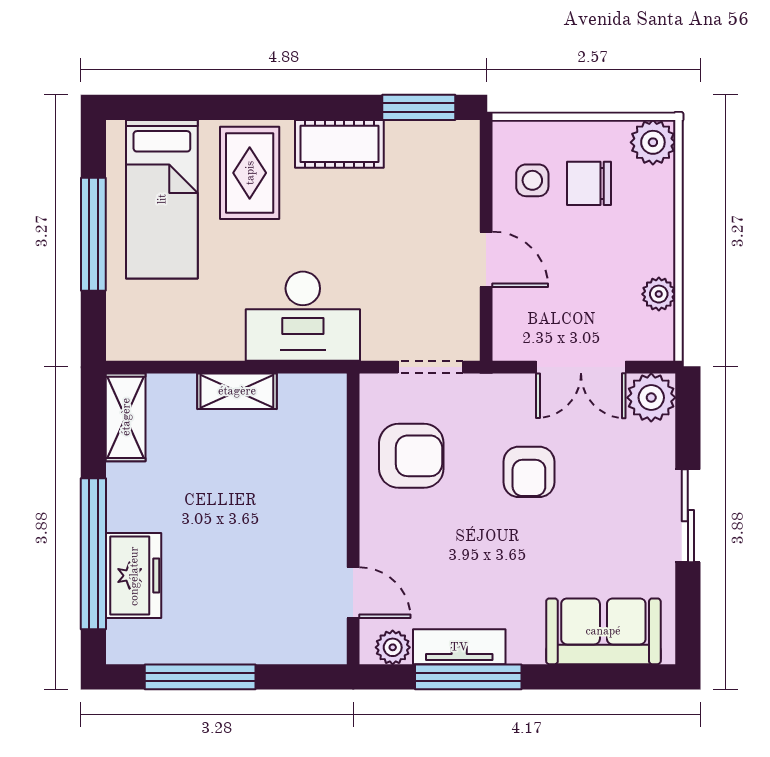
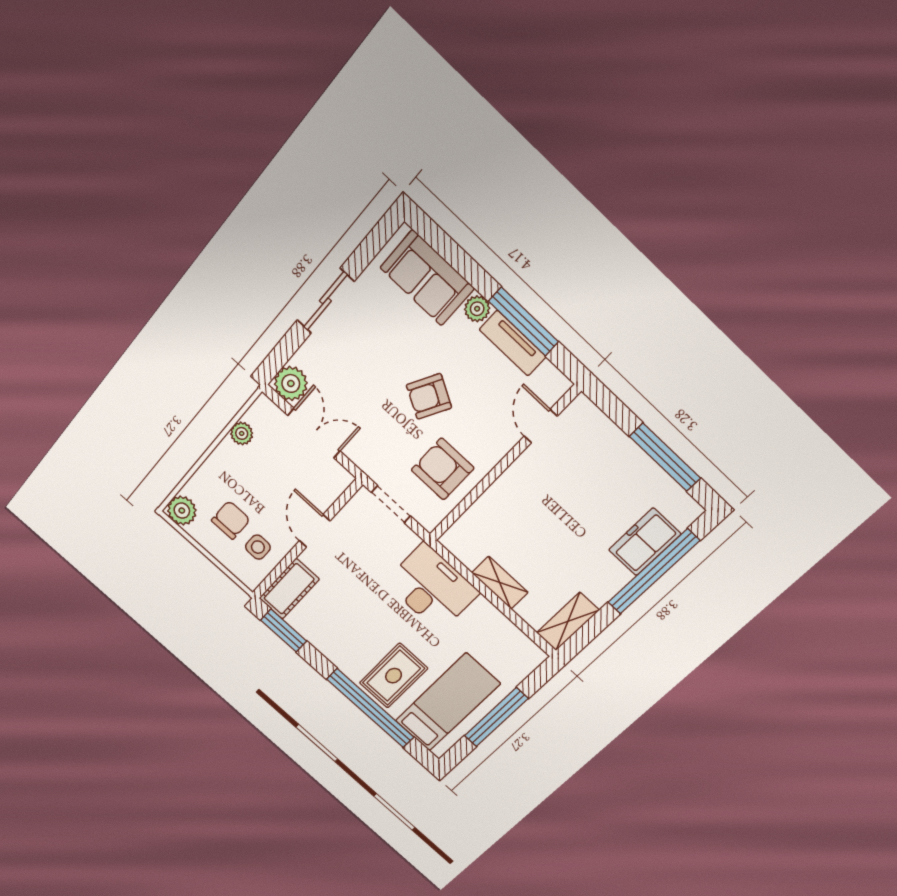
window: (239, 107) -> (370, 708), added
cot: (339, 144) -> (289, 589), moved, turned 90
chair: (589, 183) -> (231, 520), turned -90
armchair: (529, 472) -> (429, 396), moved, turned -151
plant: (393, 647) -> (477, 309), moved

